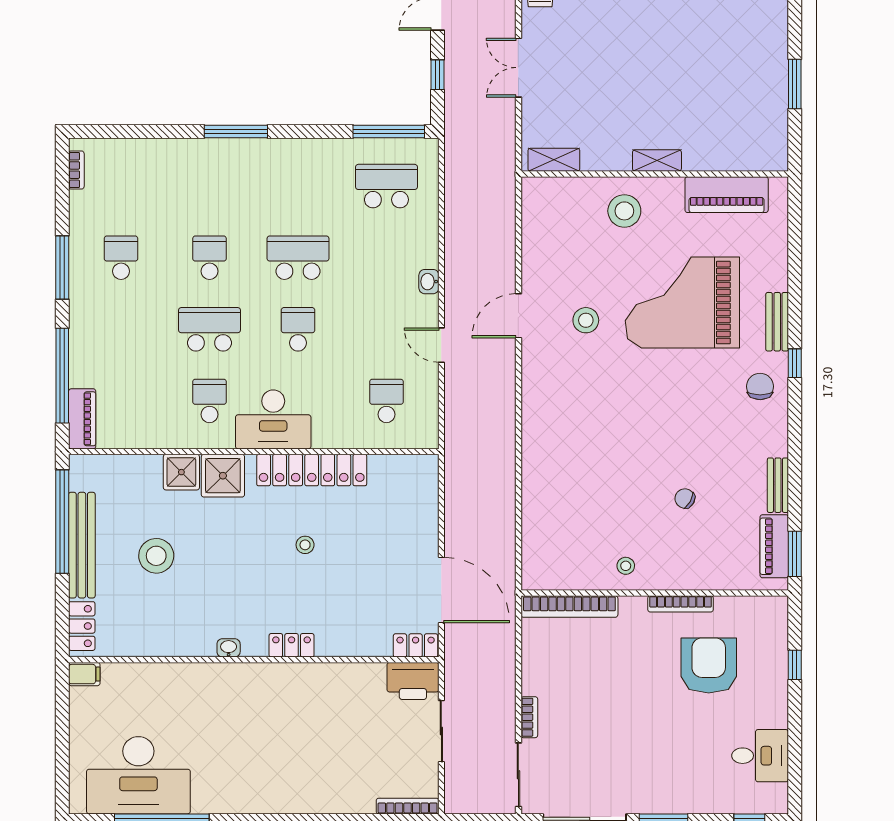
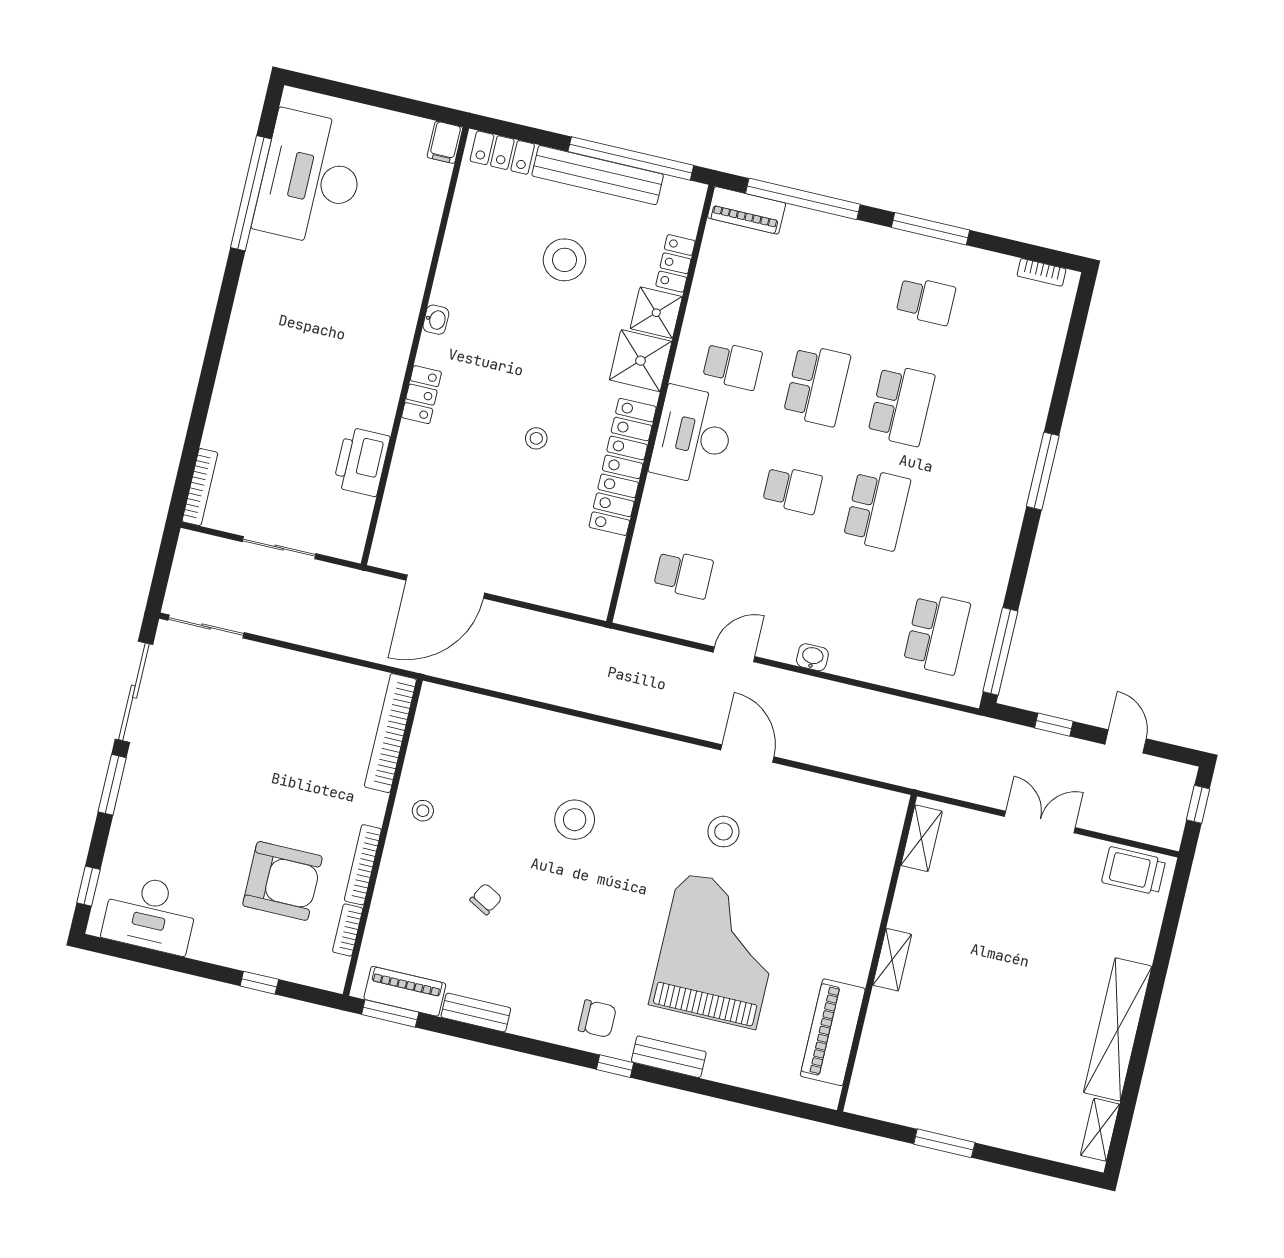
stool: (624, 211) -> (575, 820), moved
school desk: (210, 258) -> (901, 405), width x1.85
locker: (416, 645) -> (676, 263), moved, turned 180
printer: (413, 681) -> (361, 462), moved
bookcase: (529, 717) -> (348, 930), moved, turned 90
desk: (760, 756) -> (150, 914), width x1.37

